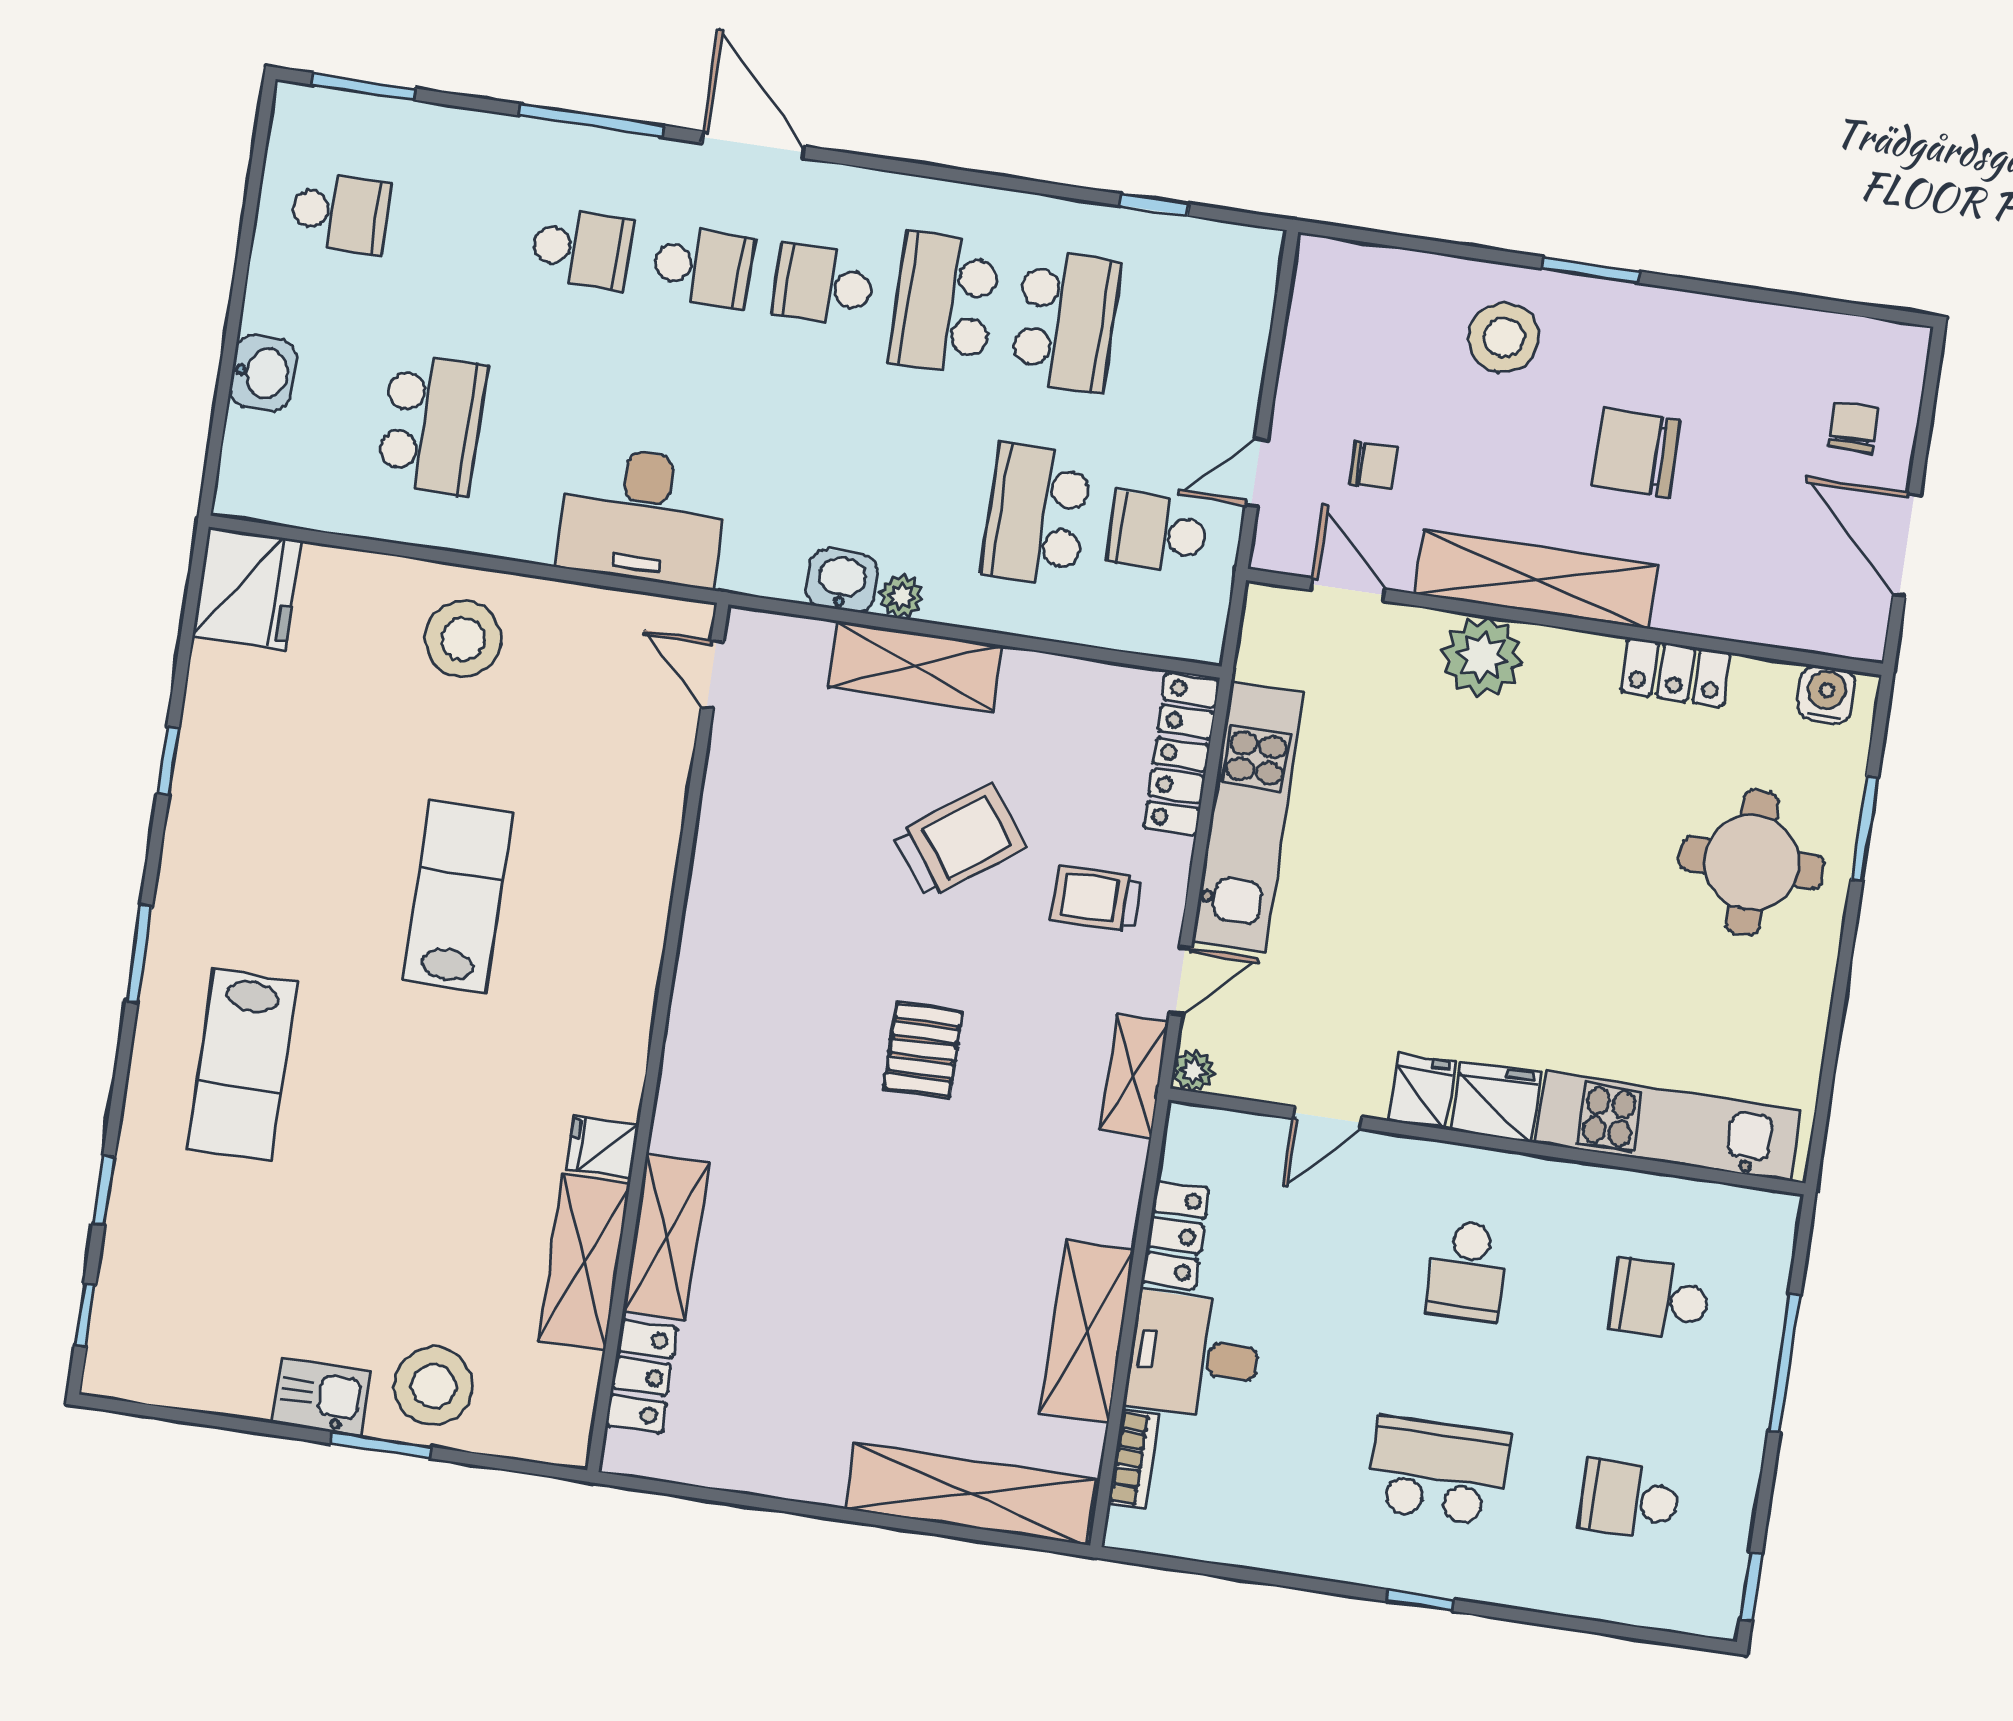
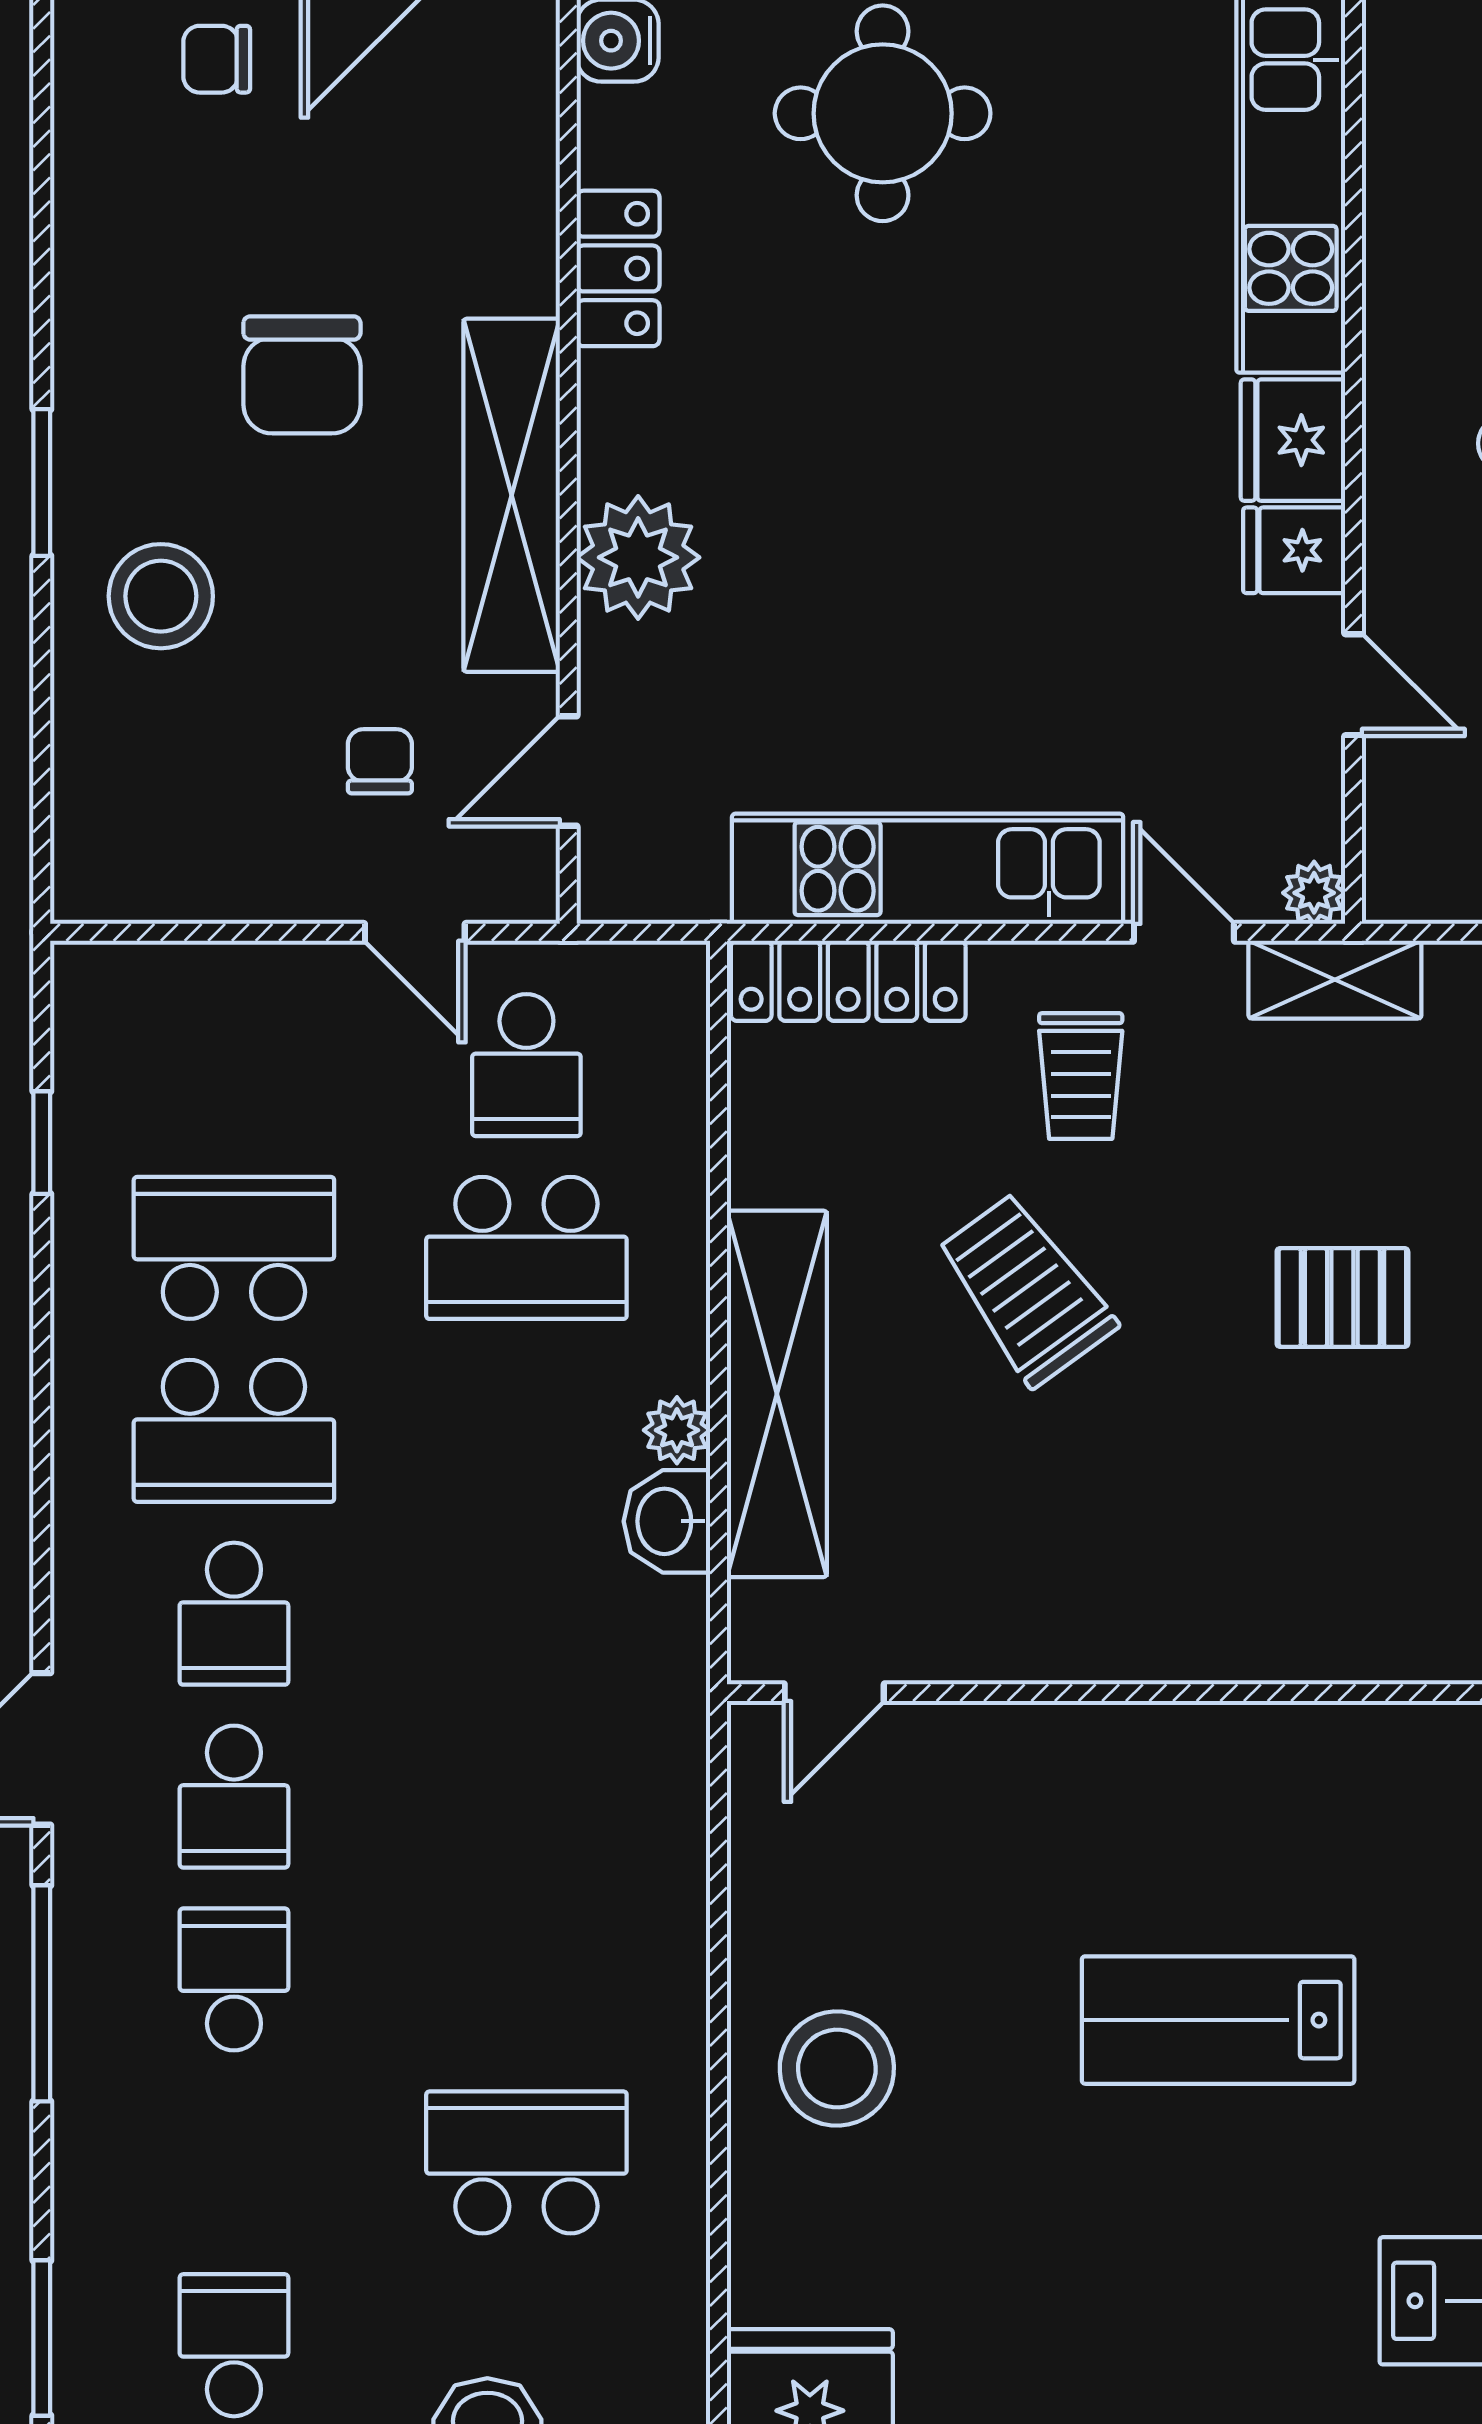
school desk: (703, 267) -> (234, 1797), turned 180
desk: (643, 517) -> (616, 1829), removed
shelving: (915, 666) -> (777, 1394), width x1.47

